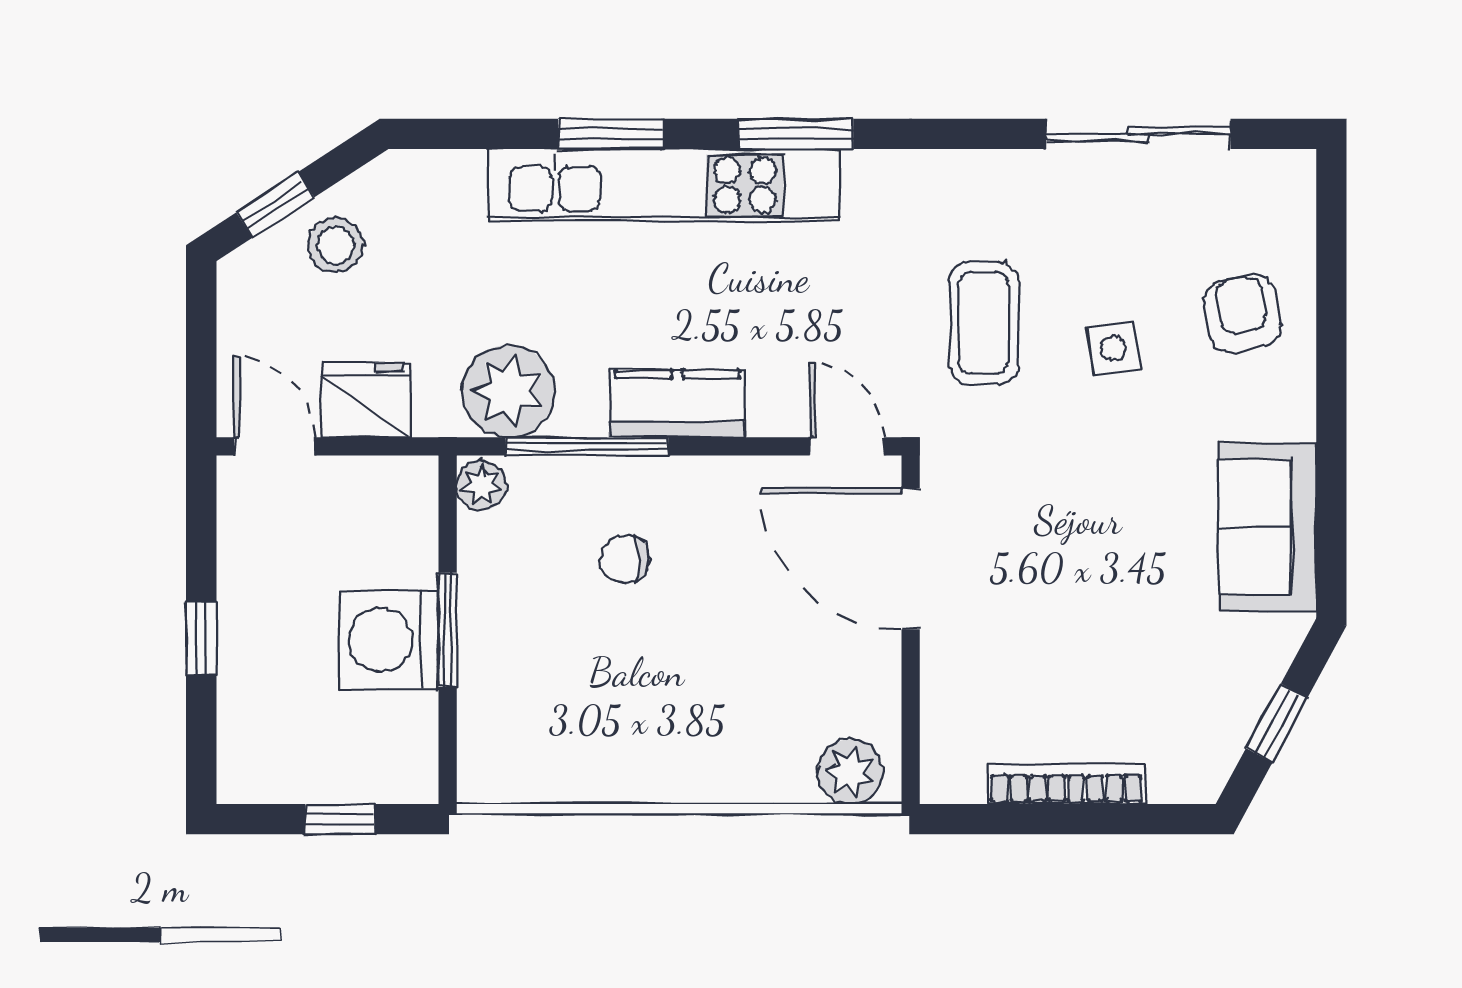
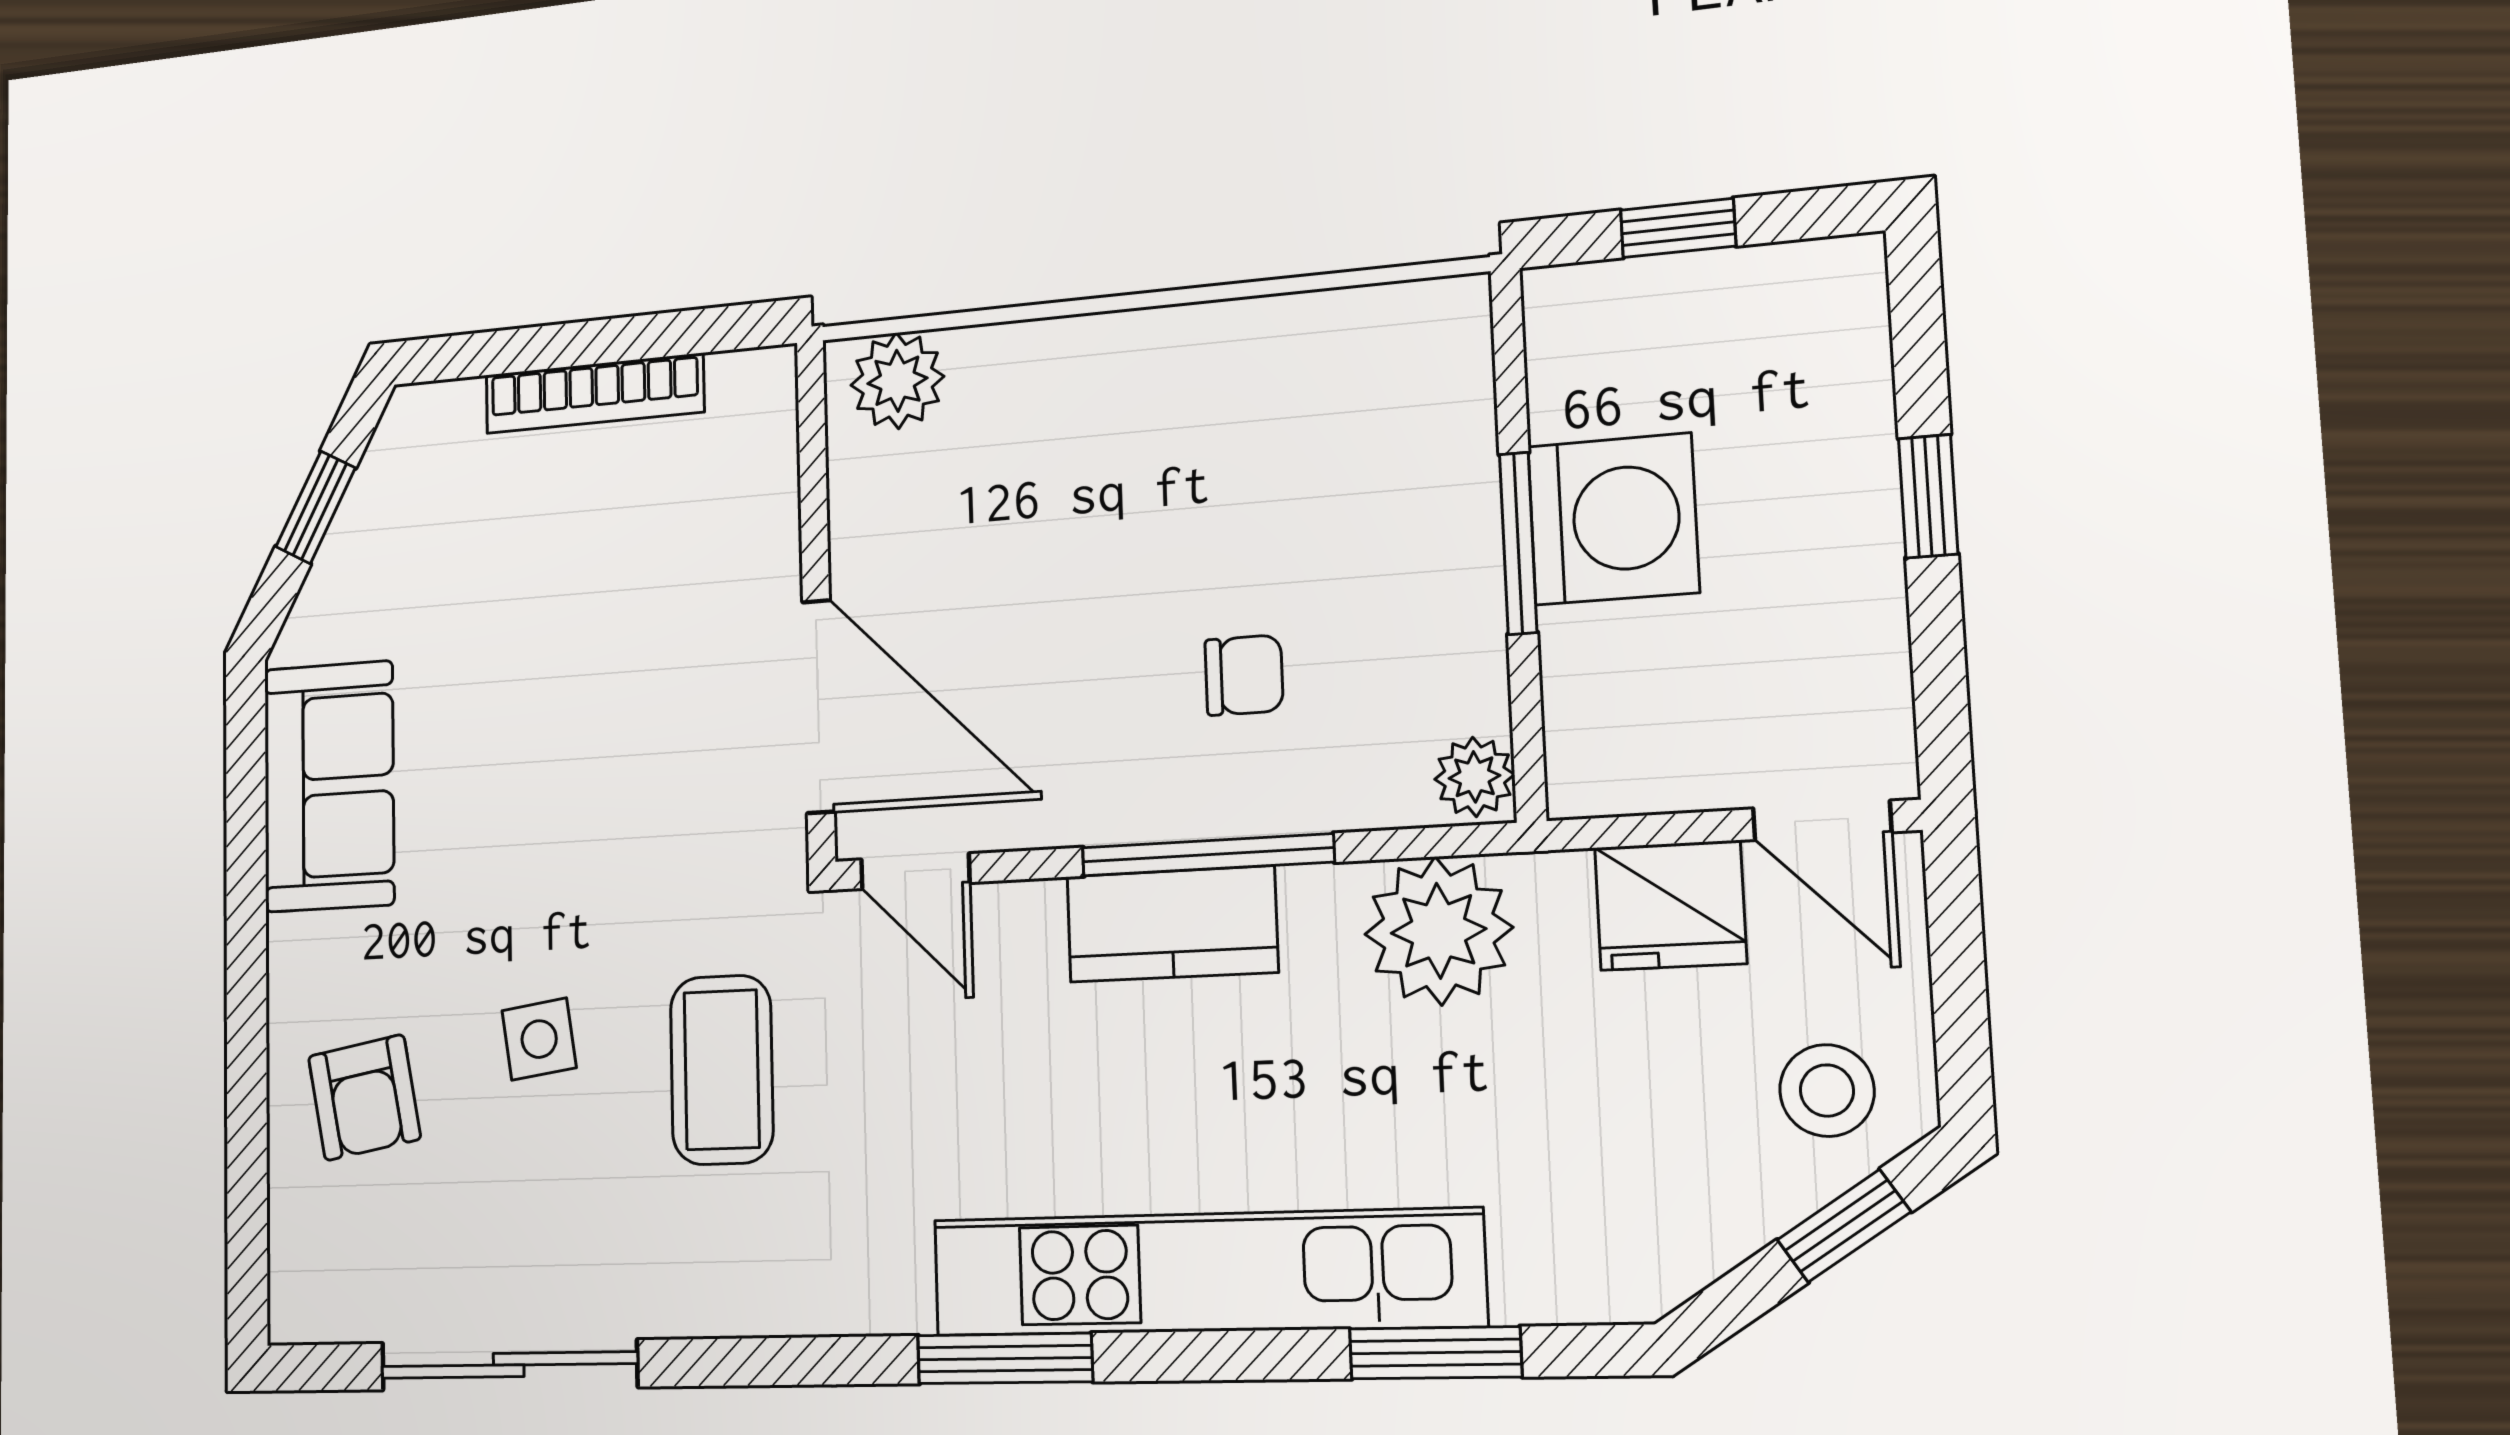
window: (611, 134) -> (1435, 1353), moved
stool: (336, 245) -> (1827, 1090), moved
window: (587, 446) -> (1207, 855), moved

